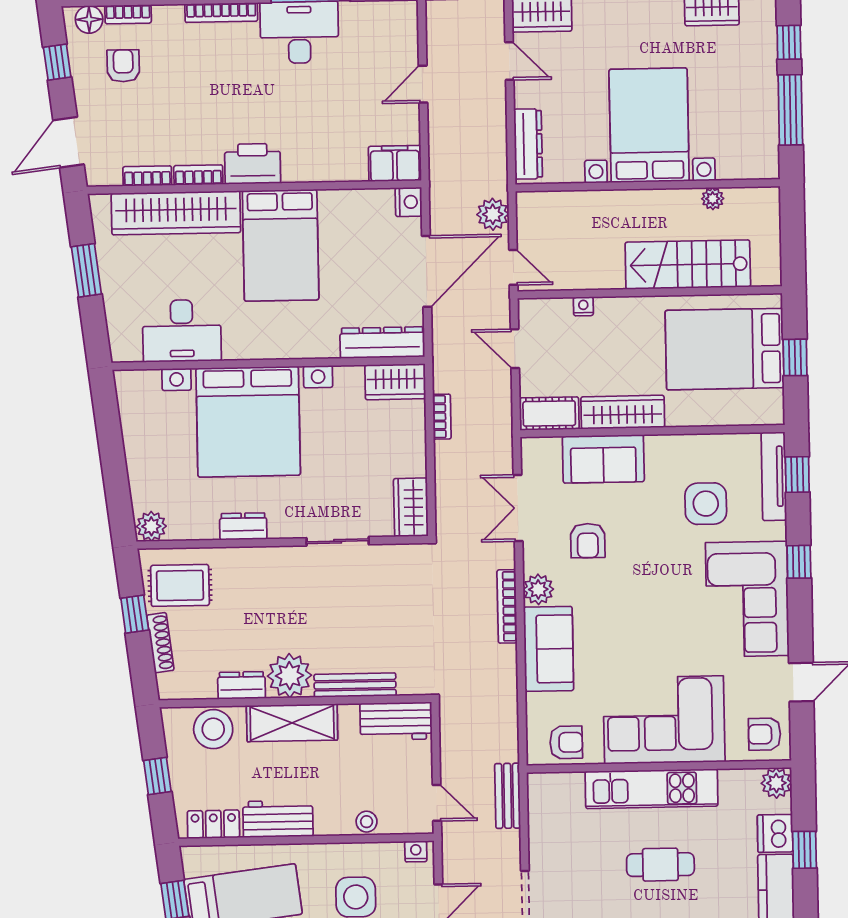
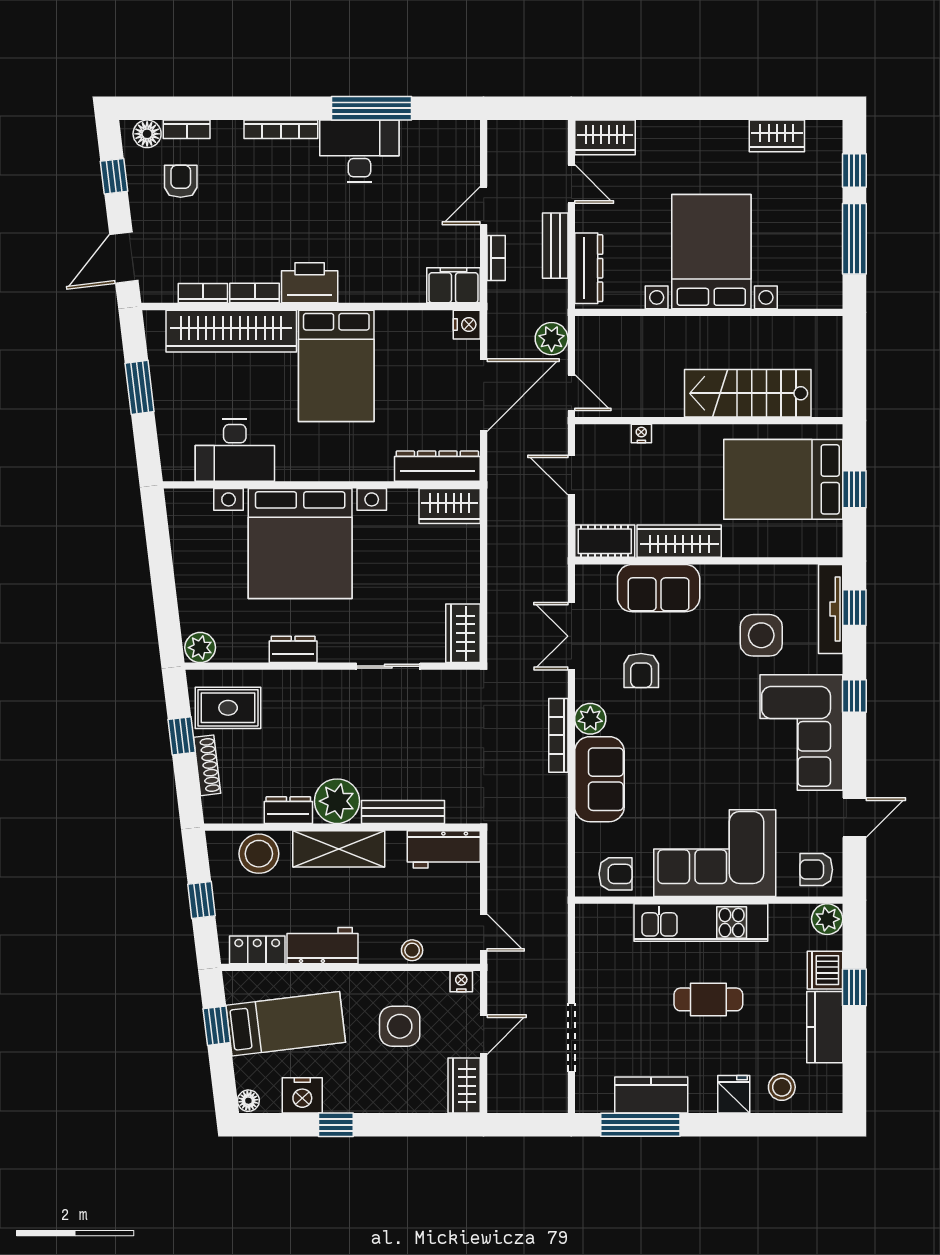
plant: (713, 199) -> (774, 327), removed
bookcase: (442, 417) -> (496, 258), moved
bench: (508, 796) -> (555, 246), moved

